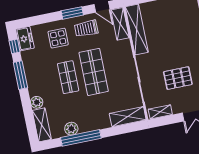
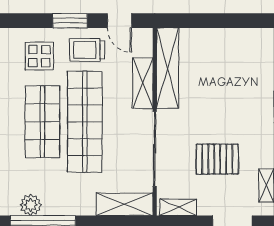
shelving: (120, 24) -> (143, 83), moved
shop shelf: (94, 72) -> (85, 122), width x1.40
shop shelf: (68, 77) -> (42, 122), width x1.43, depth x1.36

